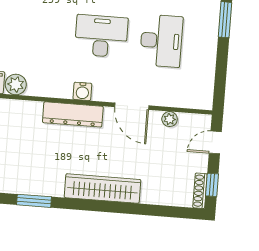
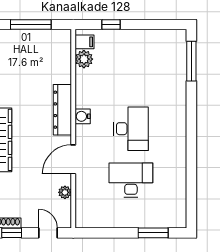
desk: (161, 41) -> (131, 180), turned 180

